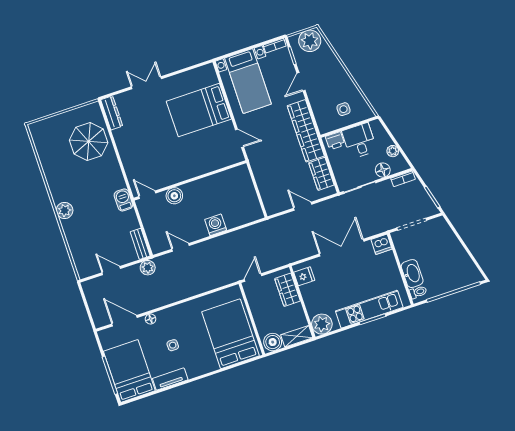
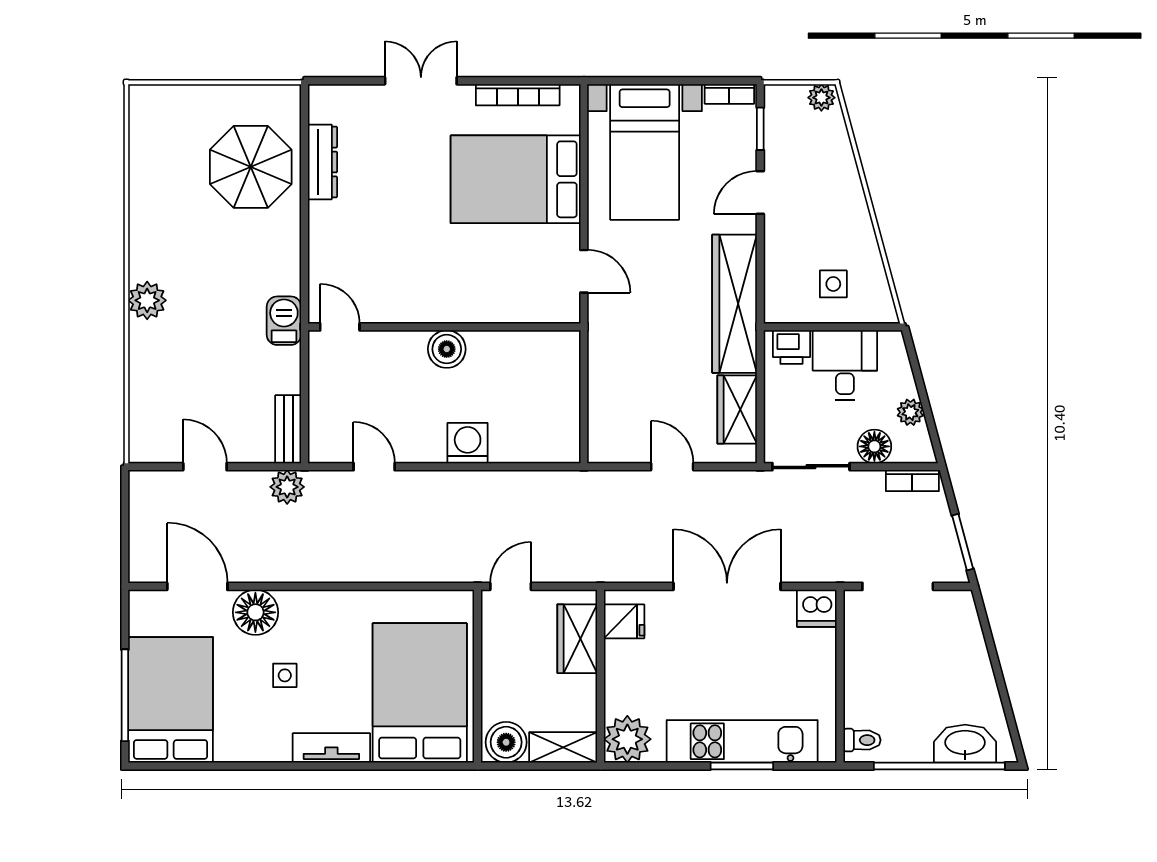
plant: (310, 41) -> (821, 98), width x0.53, depth x0.53
bookcase: (188, 75) -> (518, 95), added
dresser: (112, 113) -> (322, 162), moved
boiler: (174, 196) -> (447, 349), moved
washbasin: (412, 274) -> (965, 744), moved, turned -90
floor lamp: (151, 319) -> (255, 612), width x1.89, depth x1.89
tv unit: (170, 379) -> (331, 748), moved

